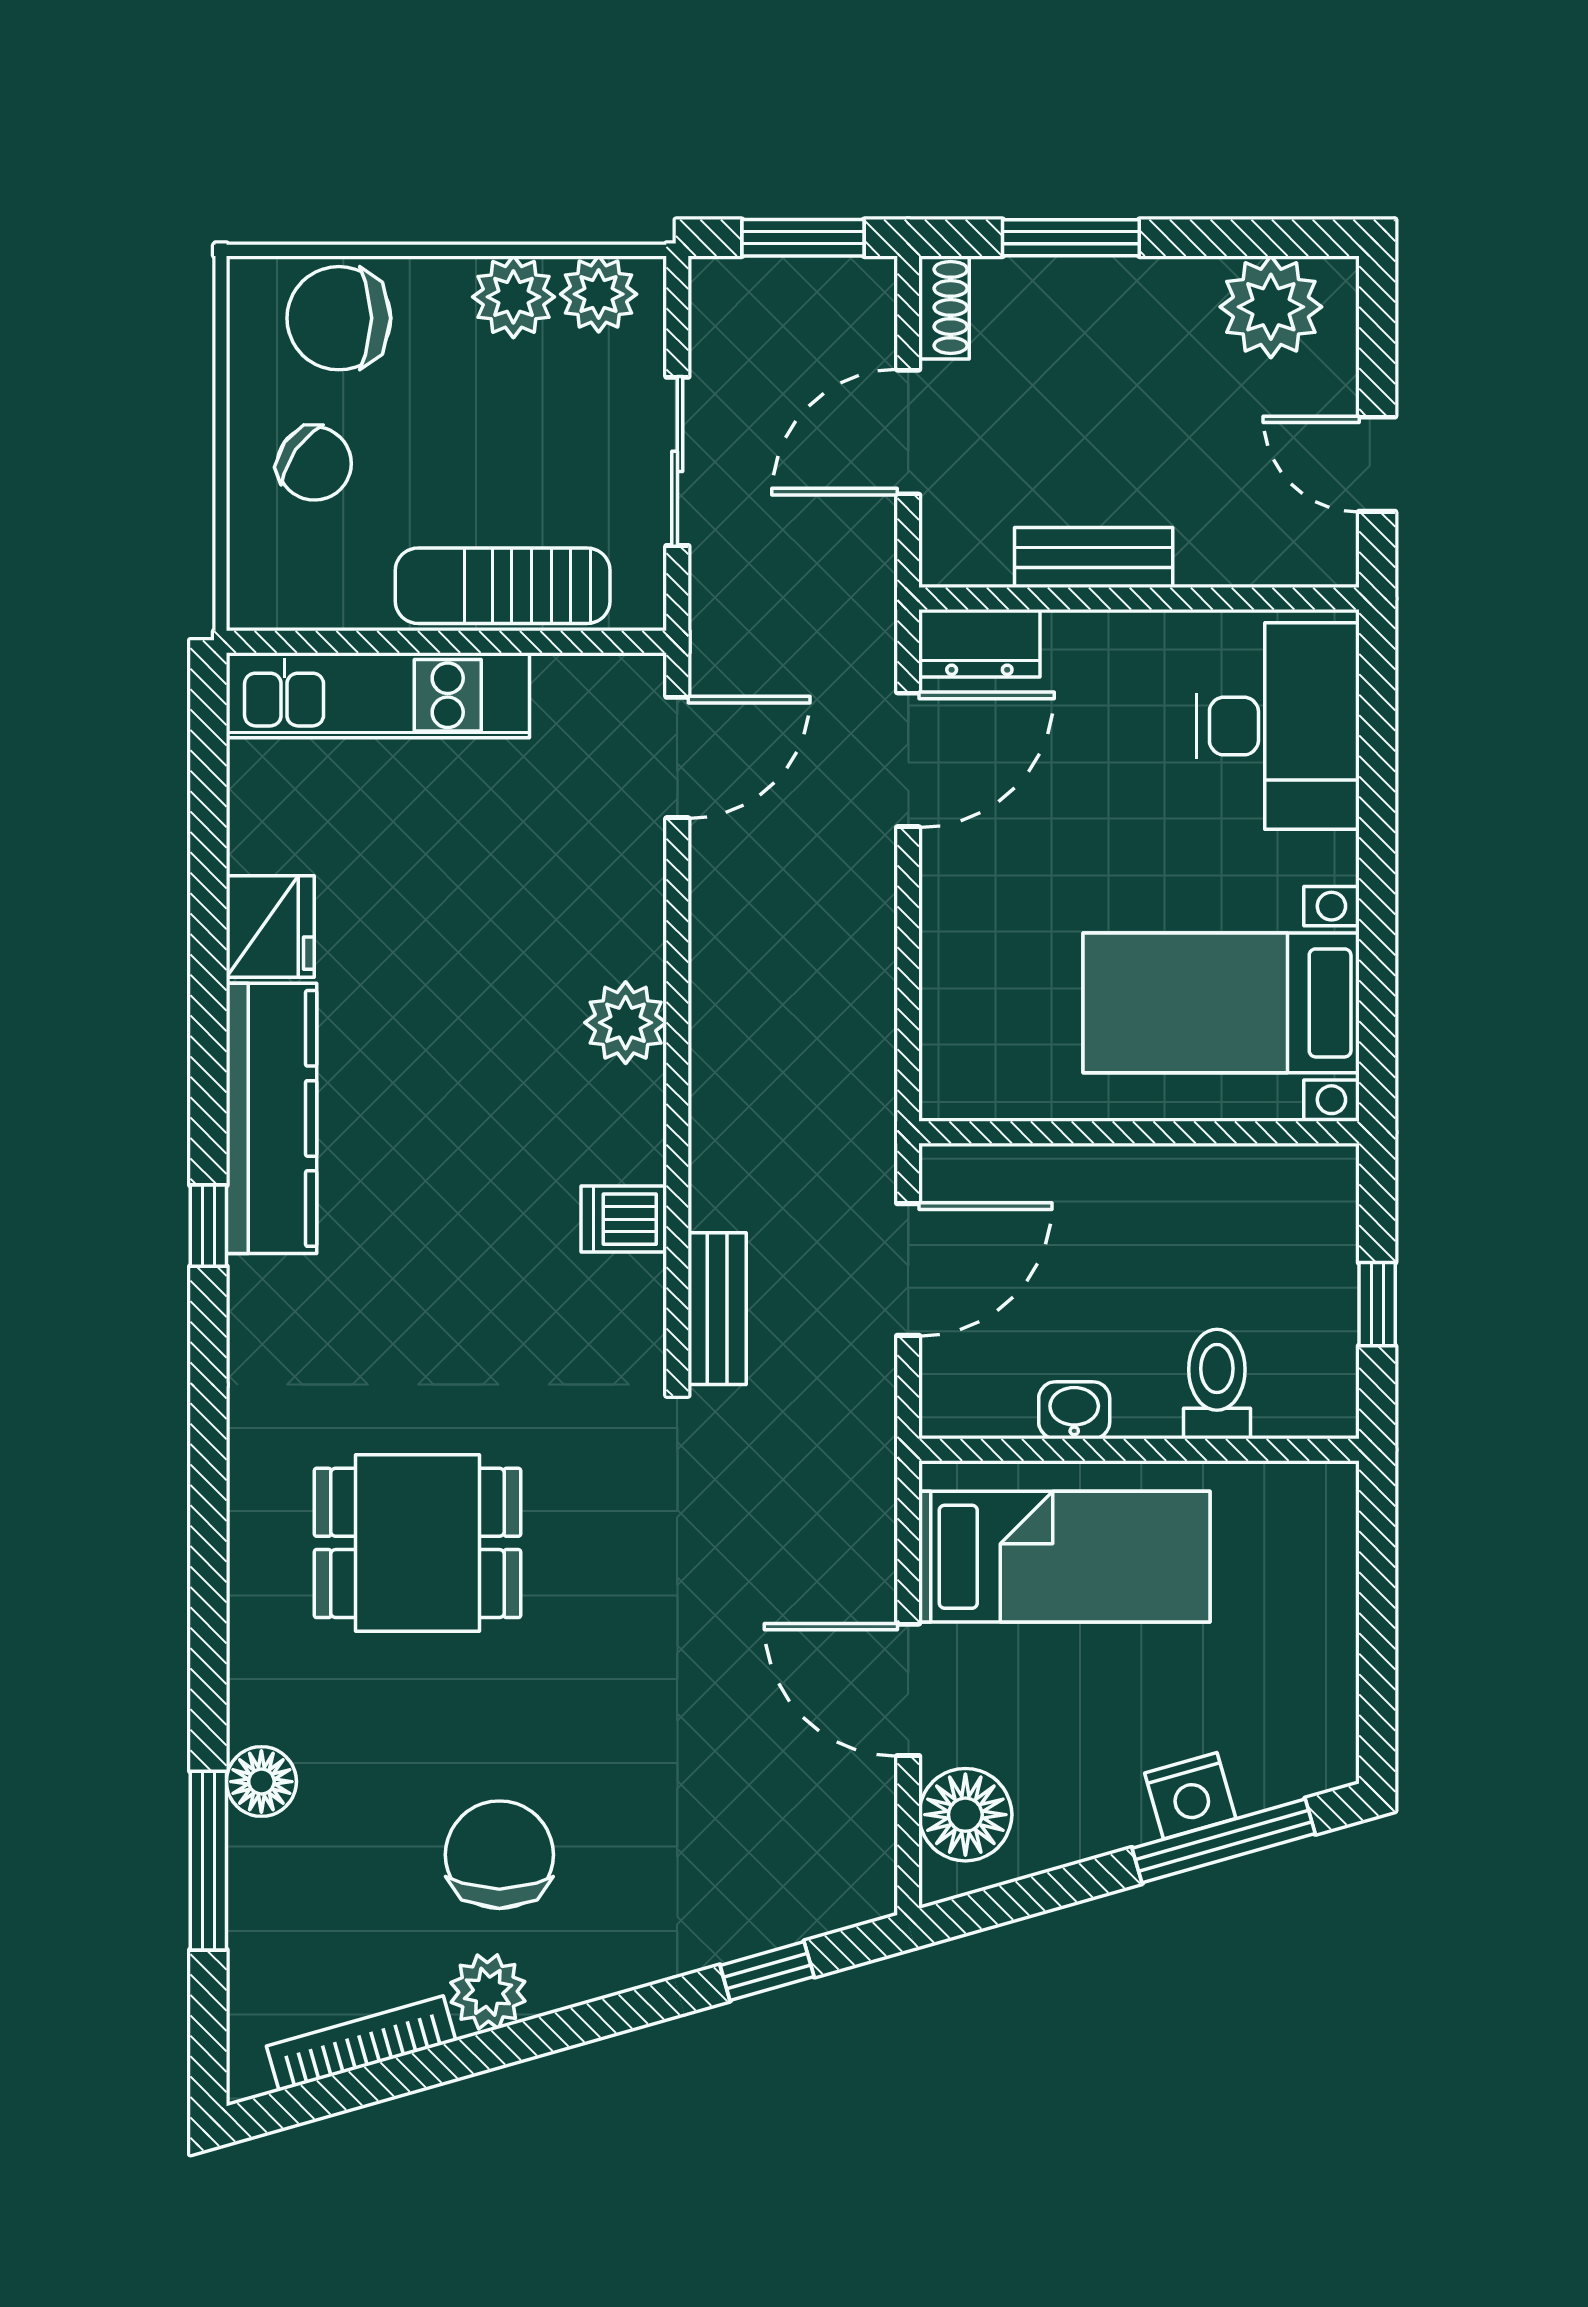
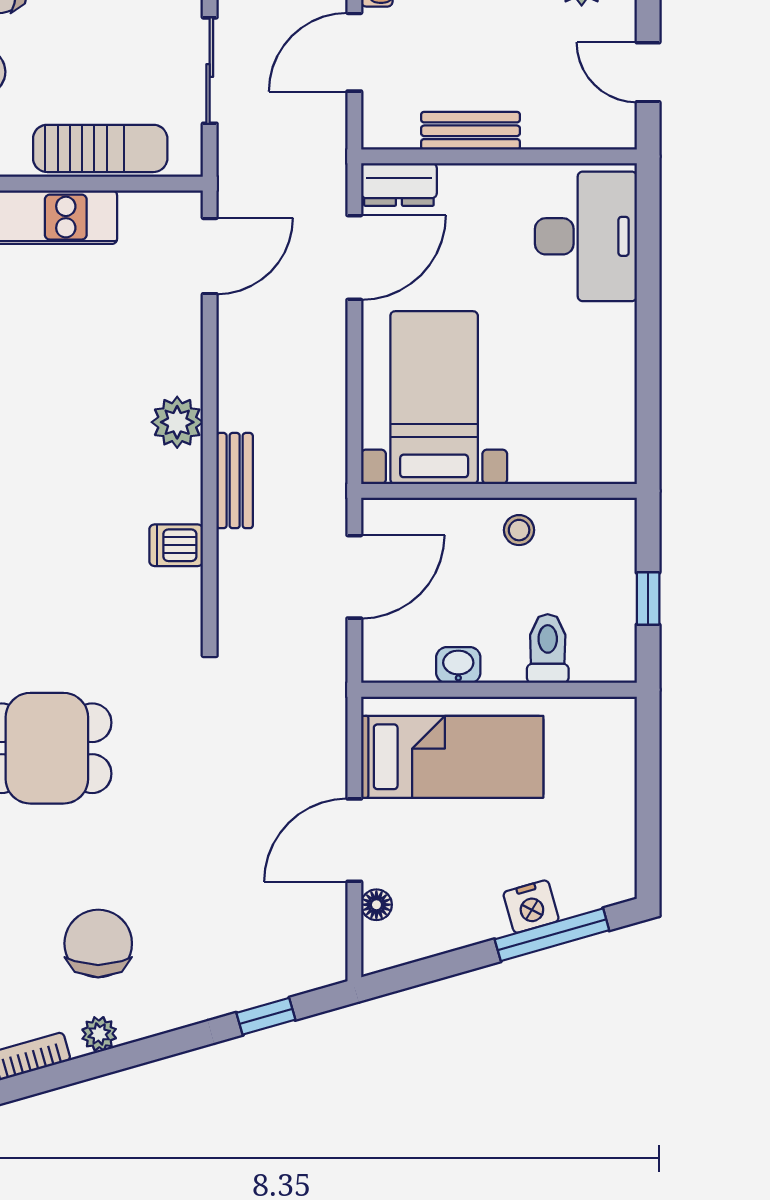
sun lounger: (503, 586) -> (100, 148), turned 180
bed with nightstands: (1221, 1003) -> (434, 398), moved, turned 90
stool: (1171, 1195) -> (519, 530), added
bench: (717, 1309) -> (235, 481), moved
door: (908, 1690) -> (354, 840), hinge flipped
floor lamp: (965, 1815) -> (376, 905), width x0.53, depth x0.53
plant: (488, 1992) -> (99, 1034), width x0.73, depth x0.73

